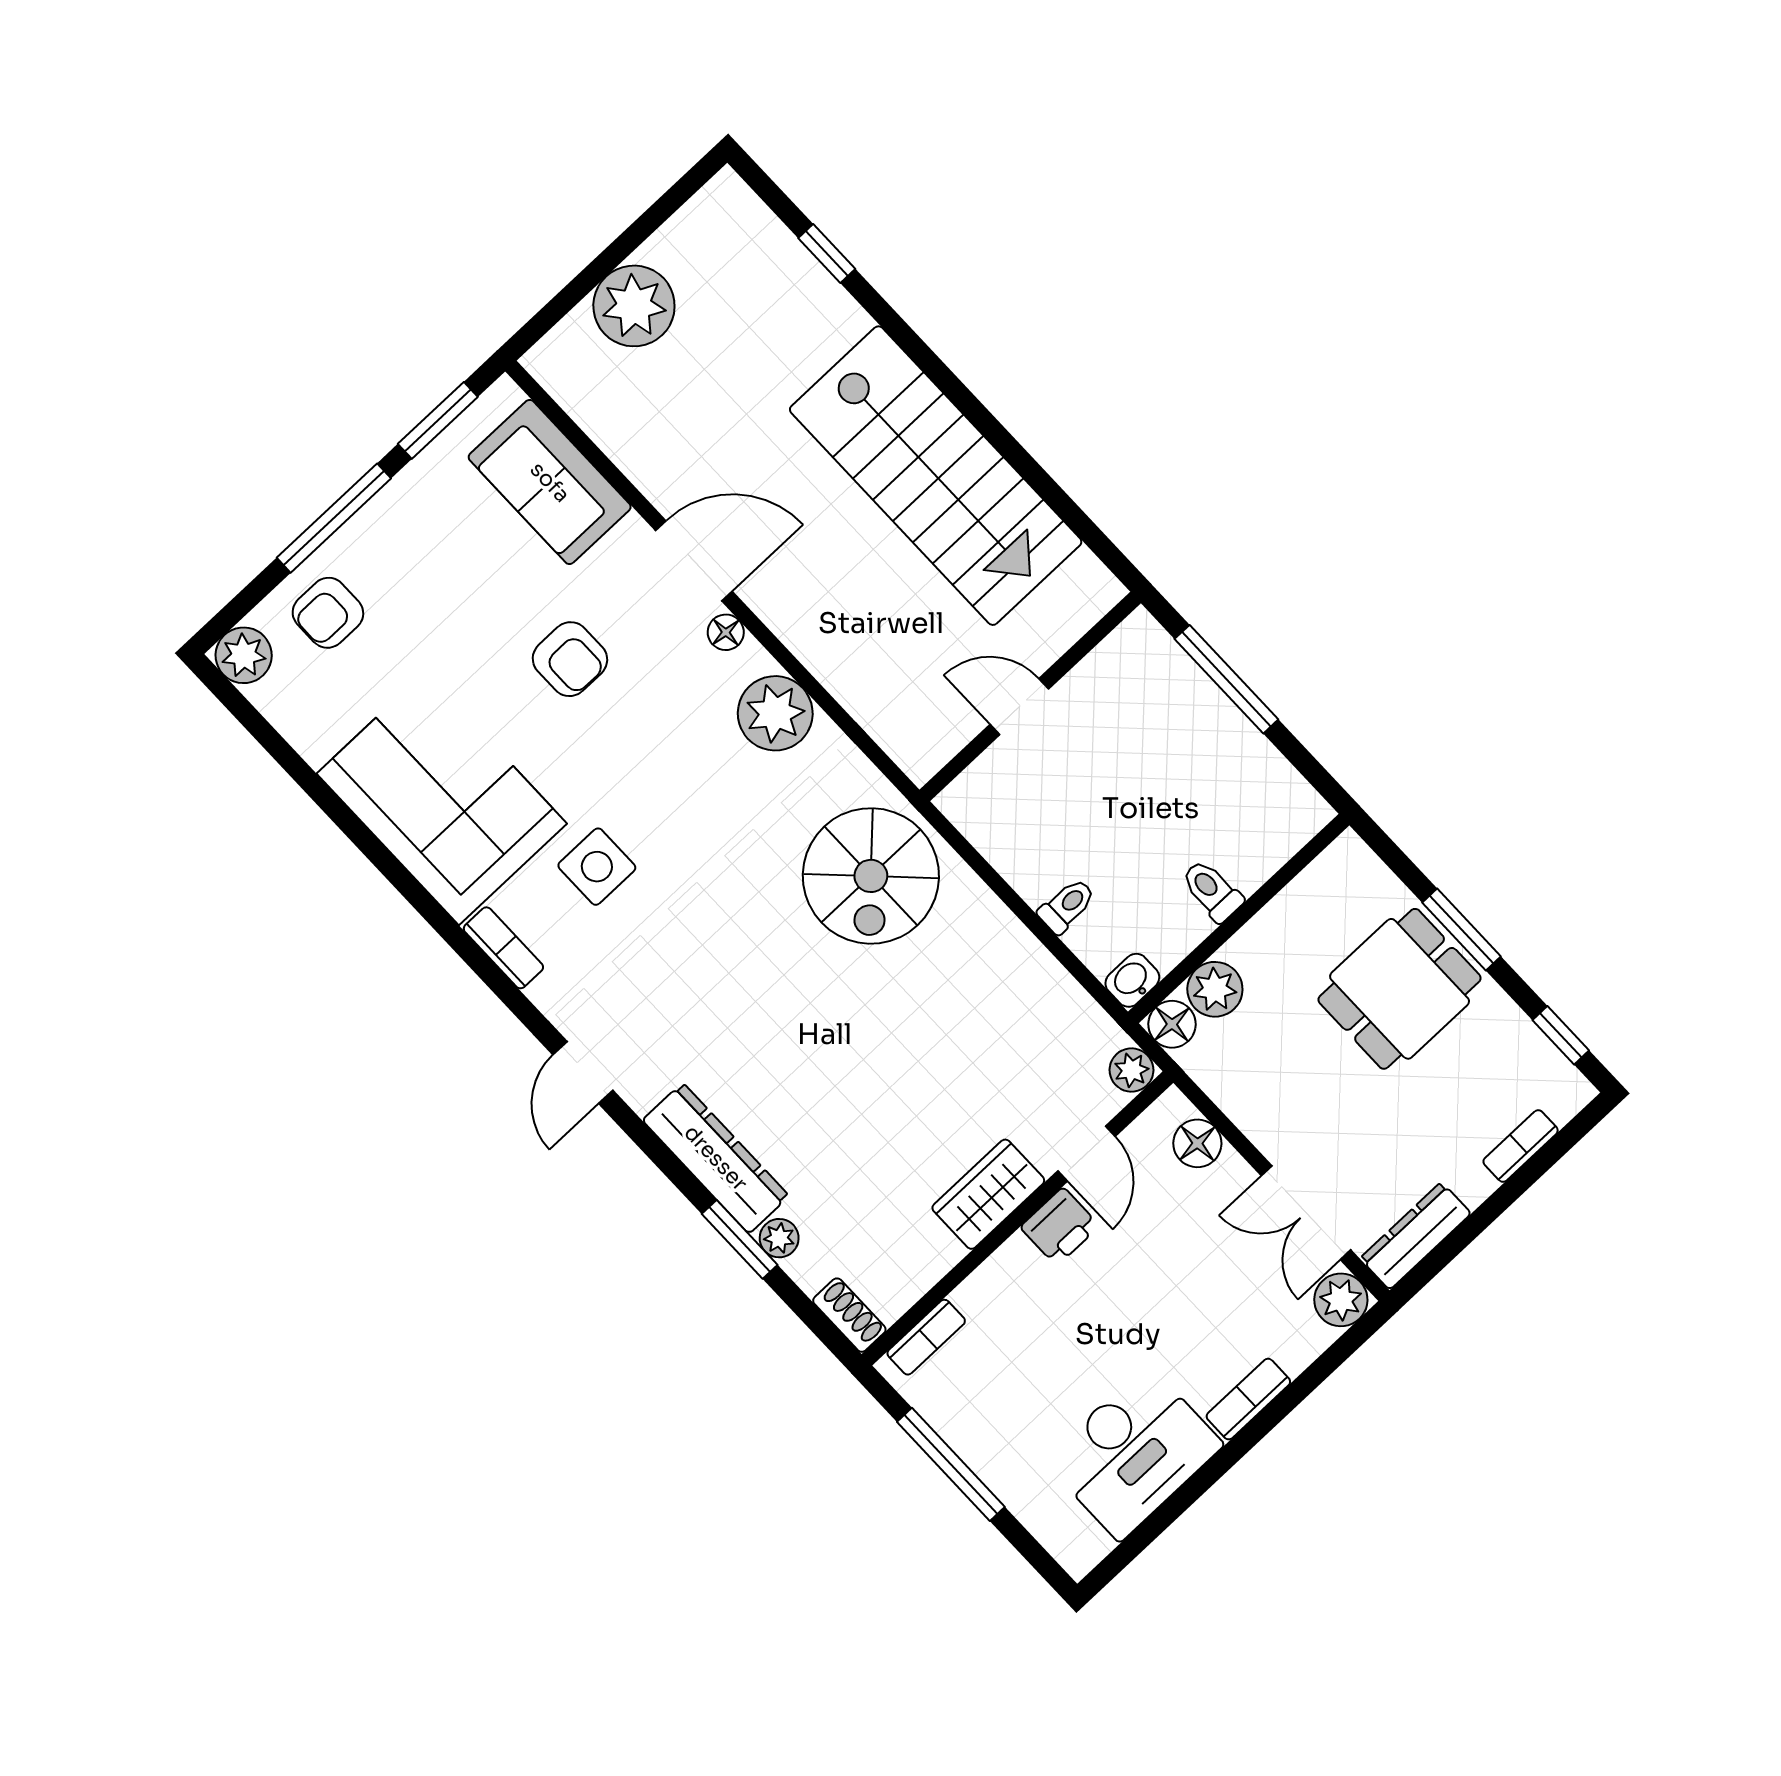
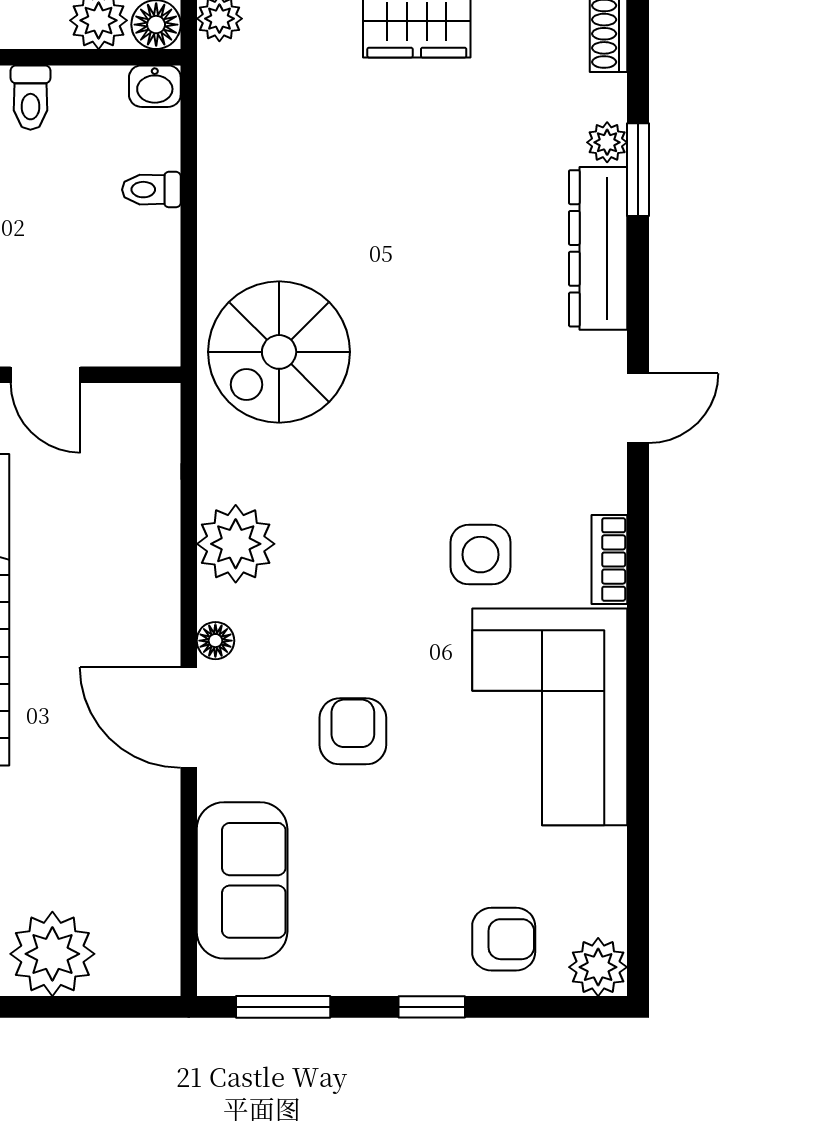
window: (334, 518) -> (432, 1007), width x0.46
spiral stairs: (871, 876) -> (279, 352), turned 180

